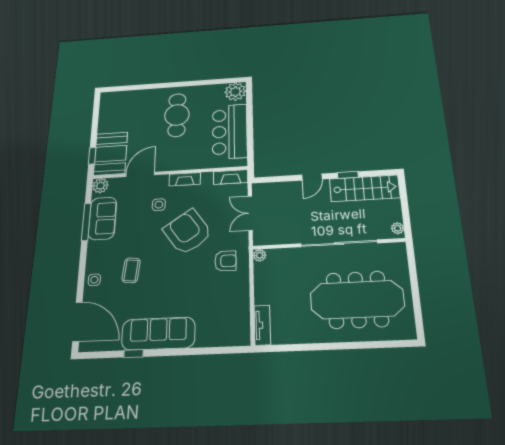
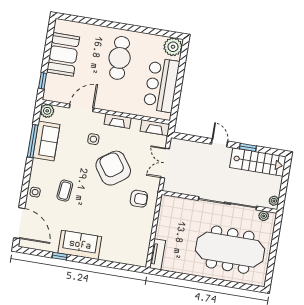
booth: (111, 154) -> (63, 54), moved
door: (312, 177) -> (220, 143), swing flipped
plant: (260, 255) -> (264, 216), moved
sofa: (158, 334) -> (80, 245), width x0.73

